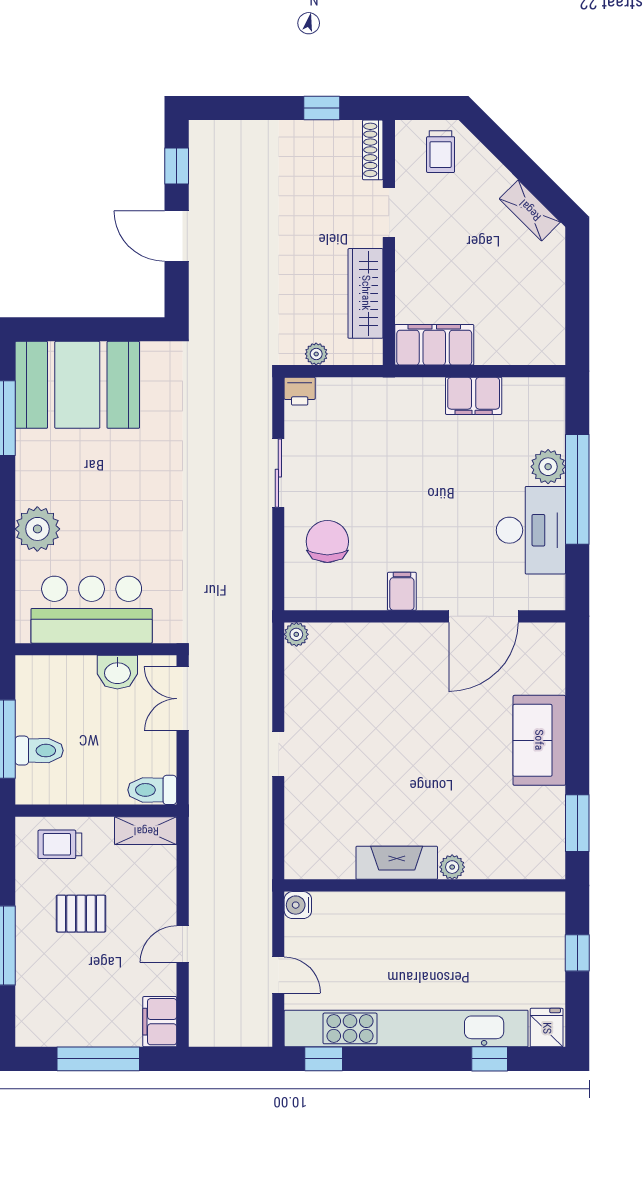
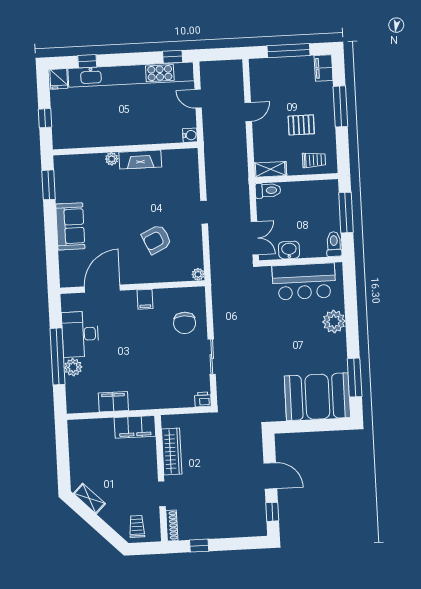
plant: (316, 354) -> (195, 419), removed
armchair: (373, 706) -> (157, 239), added
toilet: (39, 751) -> (334, 244), moved, turned 90
filing cabinet: (160, 1022) -> (324, 68), moved, turned 180

